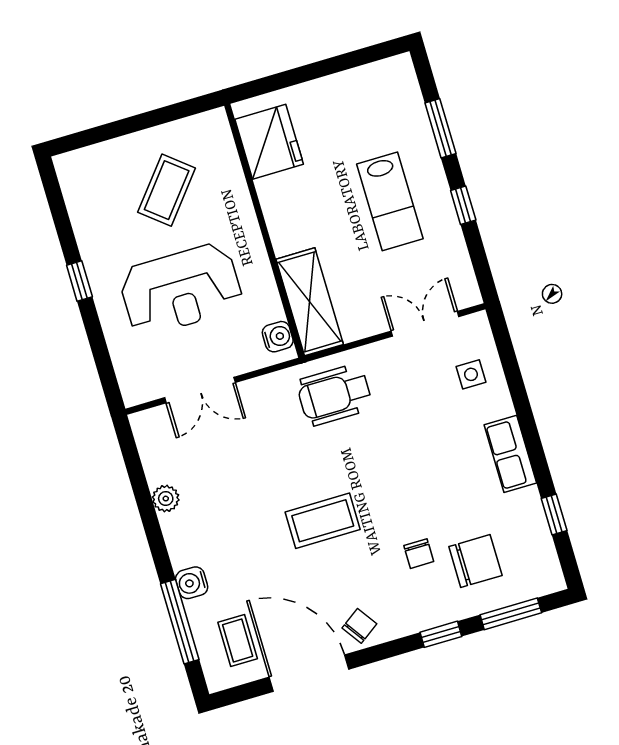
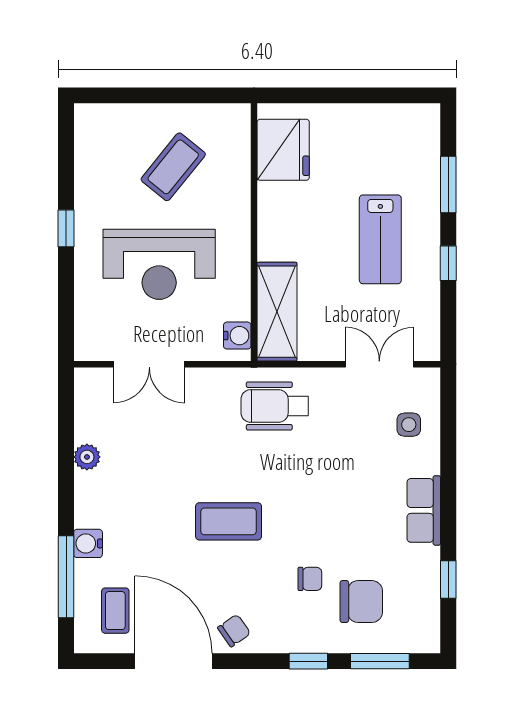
chair: (419, 554) -> (310, 579), turned -90

